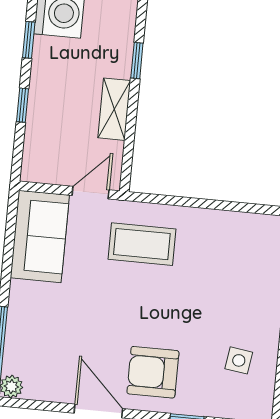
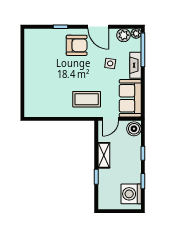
boiler: (38, 164) -> (134, 129), added
fireplace: (20, 312) -> (135, 65), added
side table: (239, 360) -> (110, 63), moved
plant: (41, 385) -> (124, 35), added

